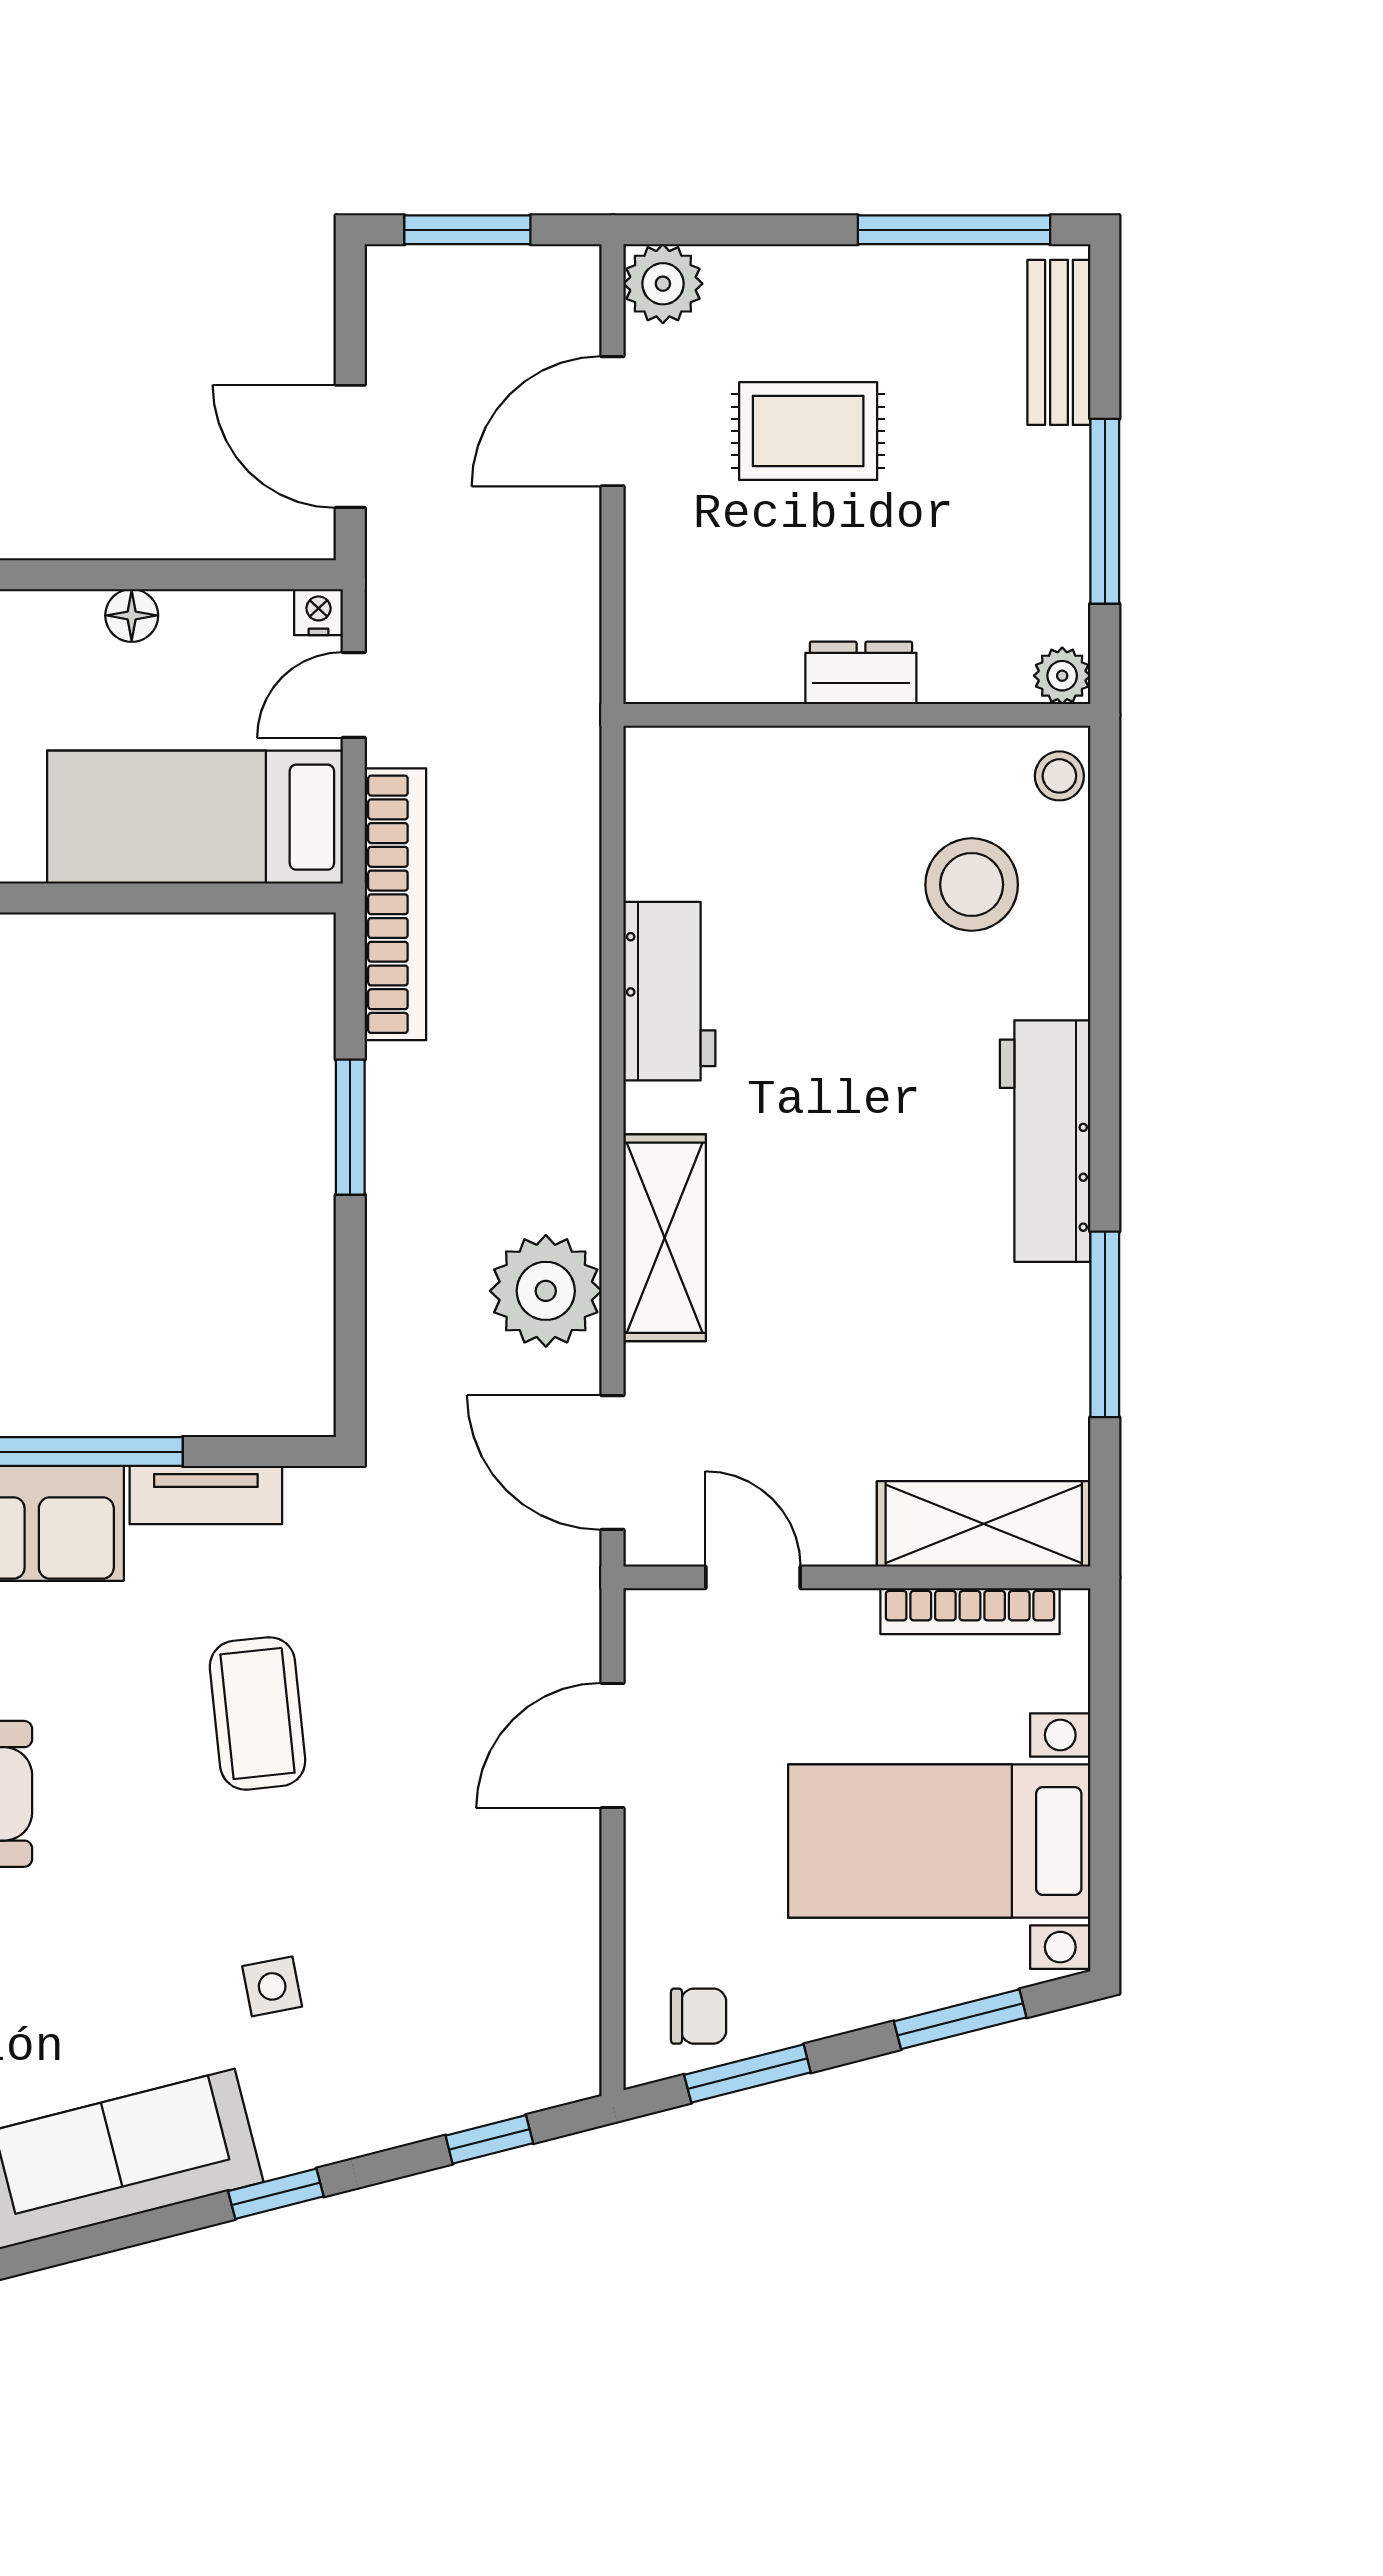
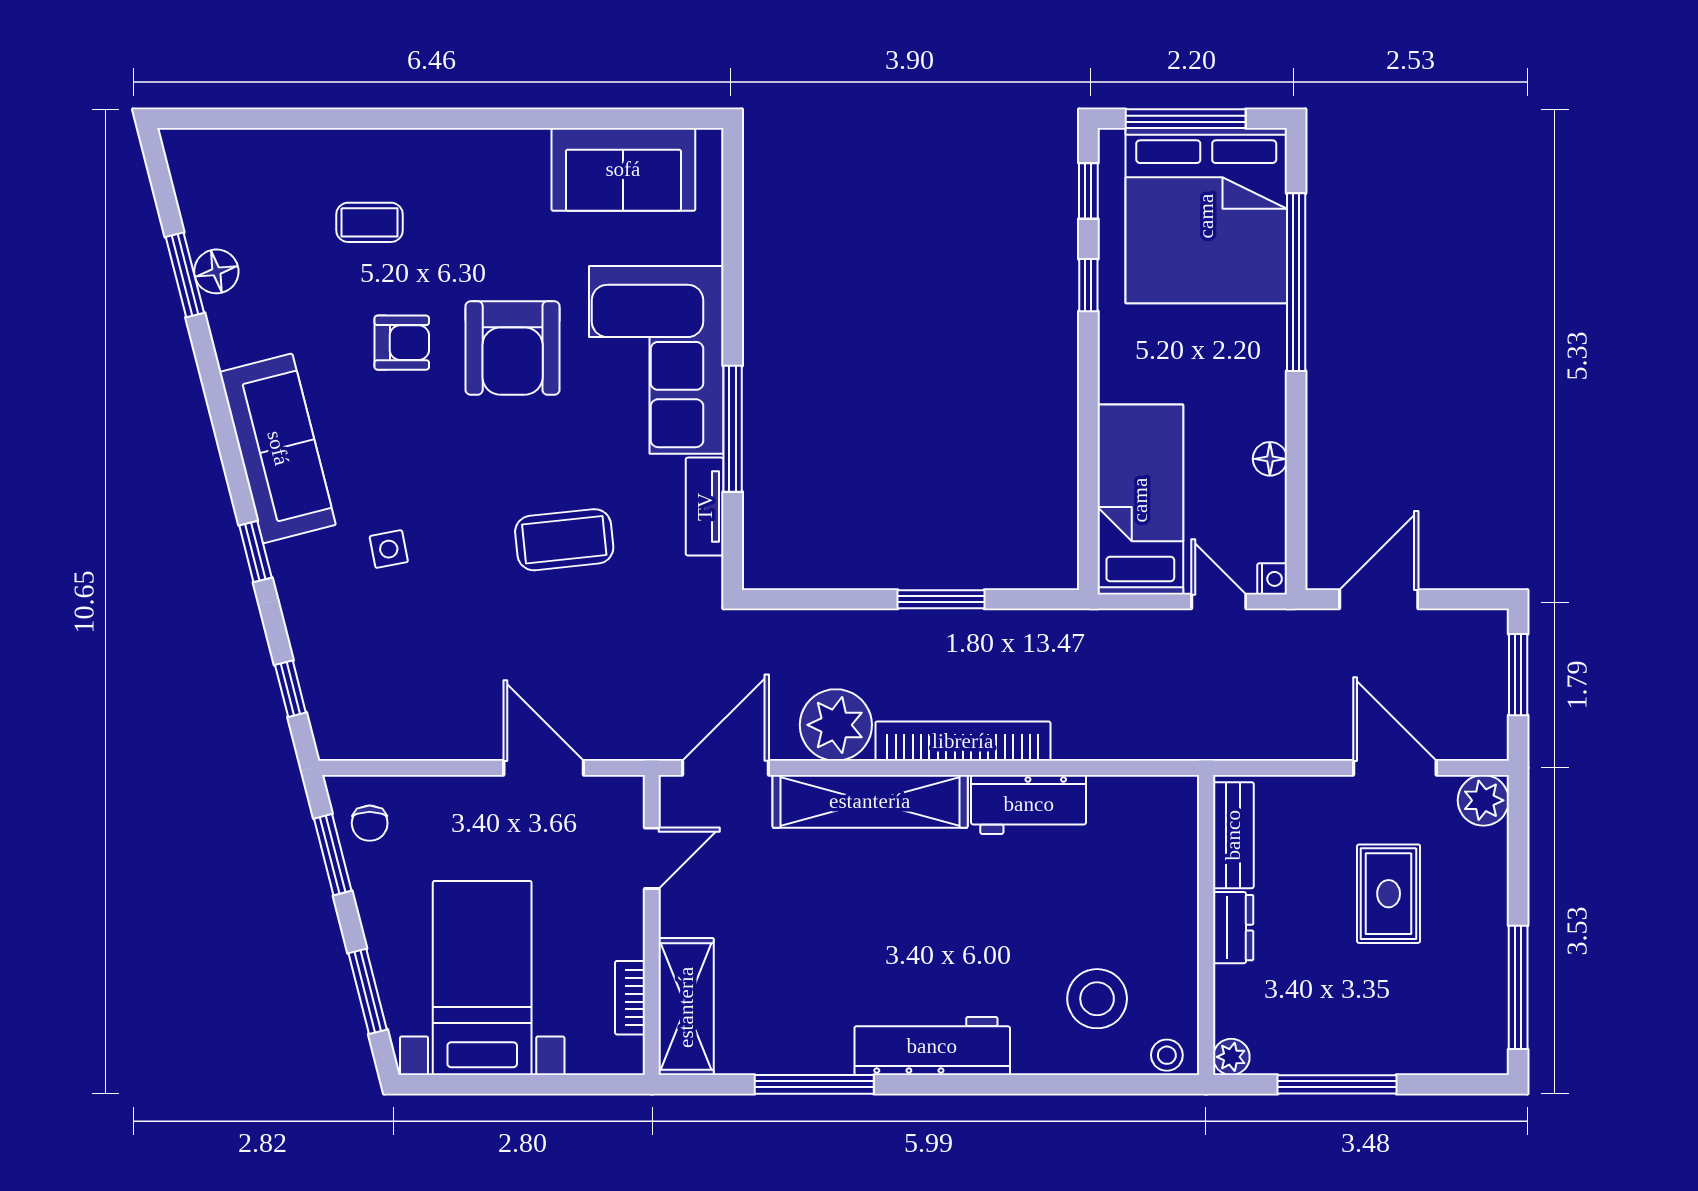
bench: (1059, 342) -> (1233, 835), moved, turned 90
bookcase: (395, 904) -> (963, 741), moved, turned 180
shelving: (665, 1238) -> (870, 801), width x1.47
bookcase: (970, 1611) -> (630, 998), width x0.64

